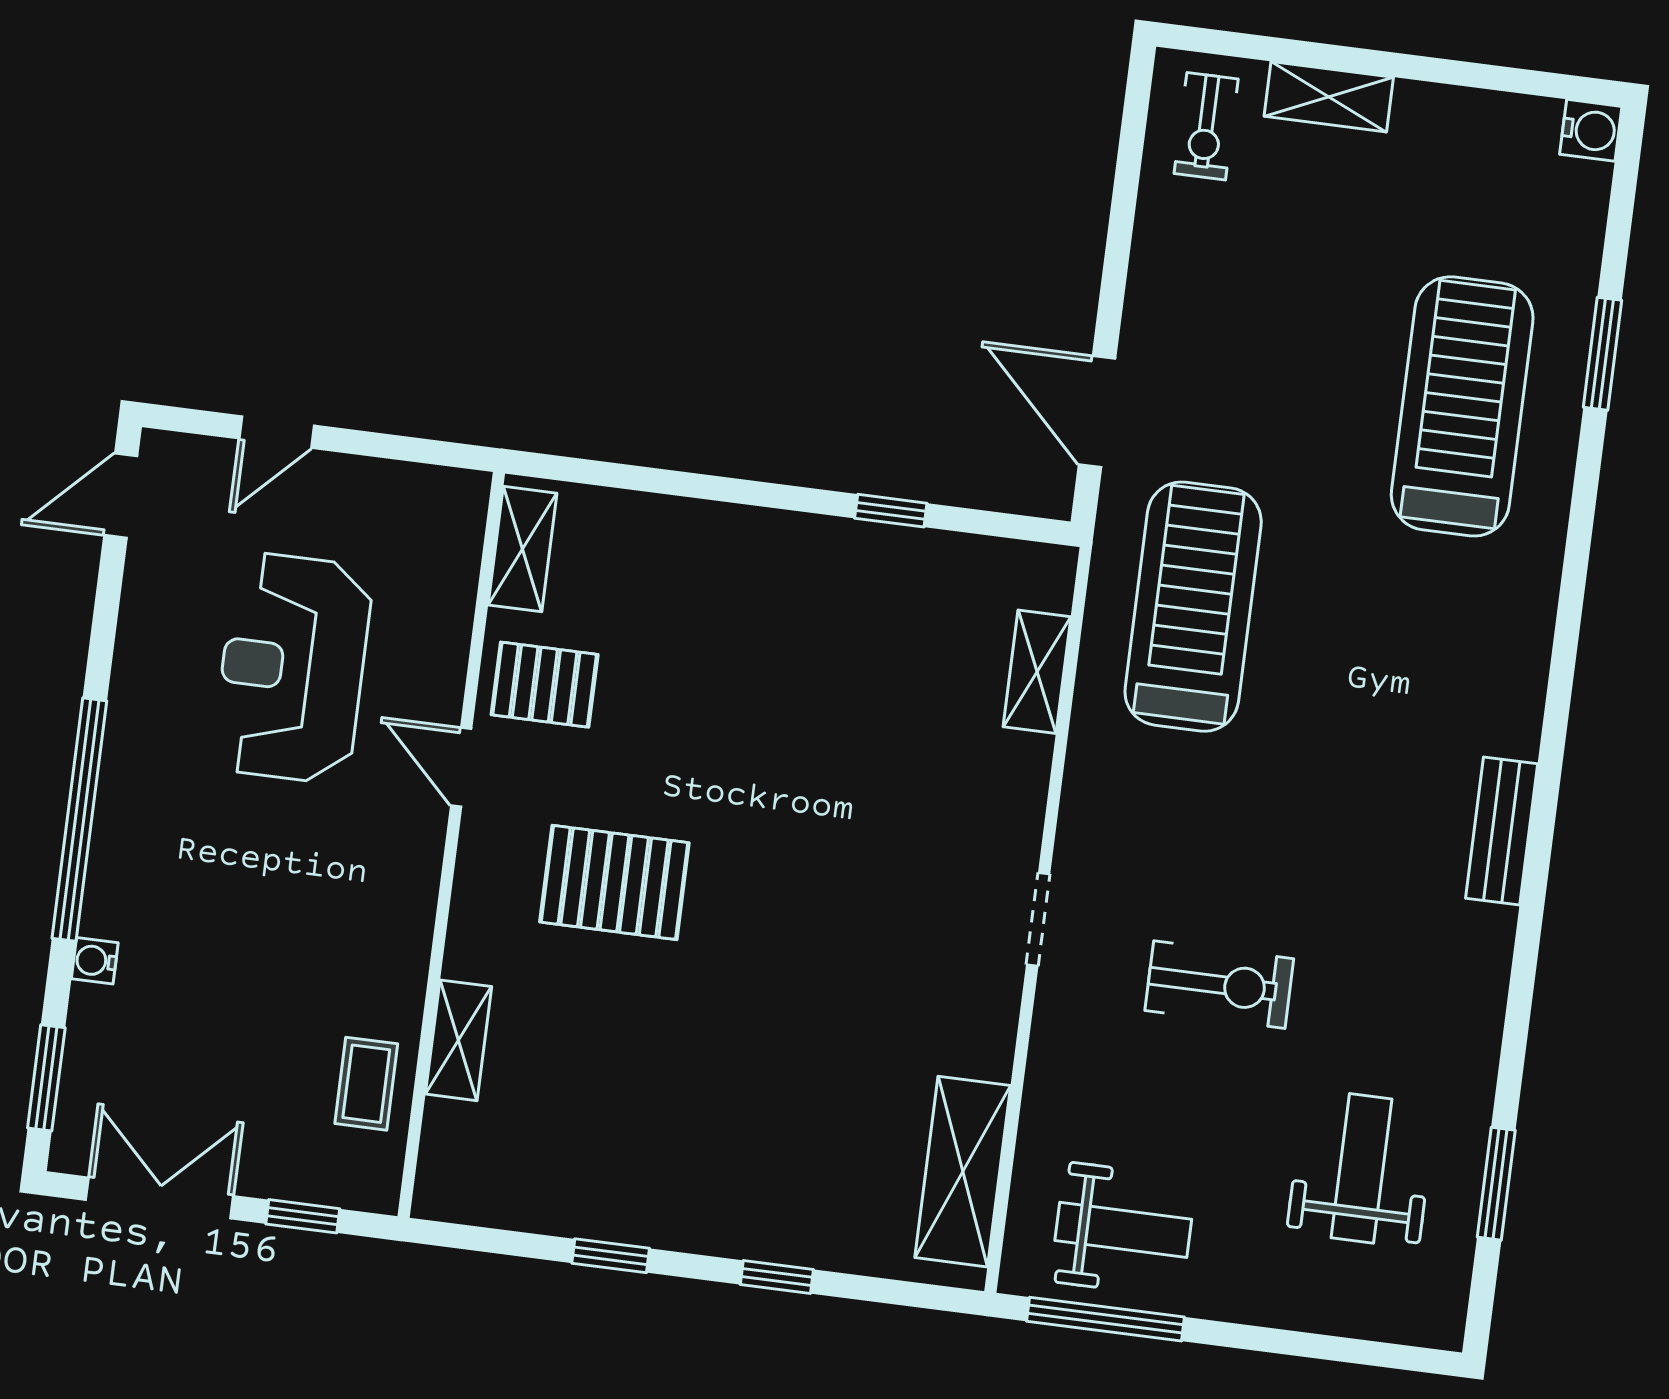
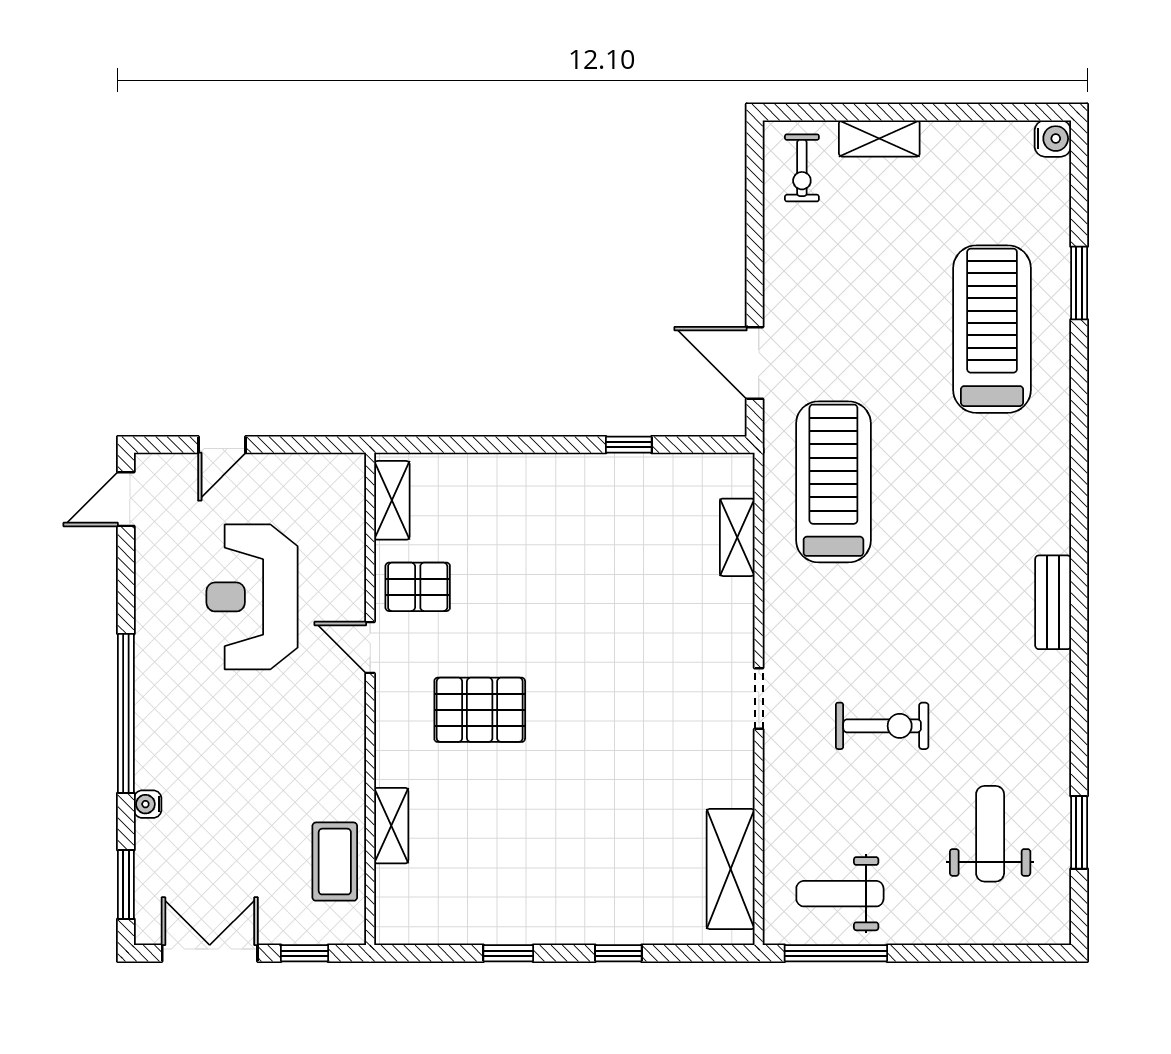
coffee table: (366, 1084) -> (335, 862), width x1.36, depth x1.30
weight bench: (1123, 1230) -> (840, 894), turned 180

